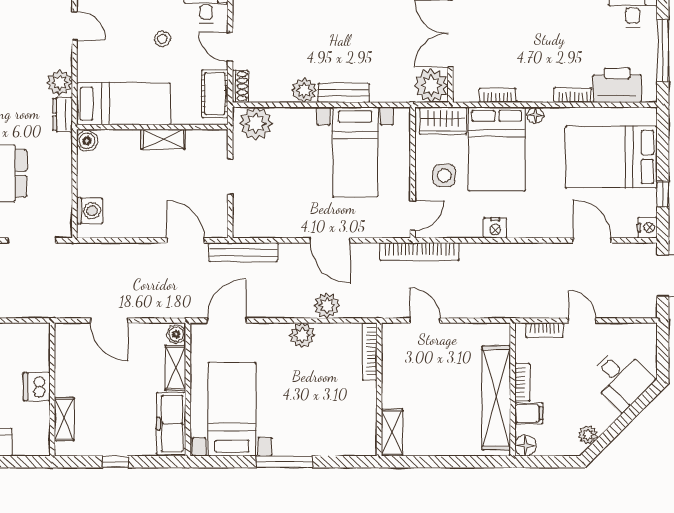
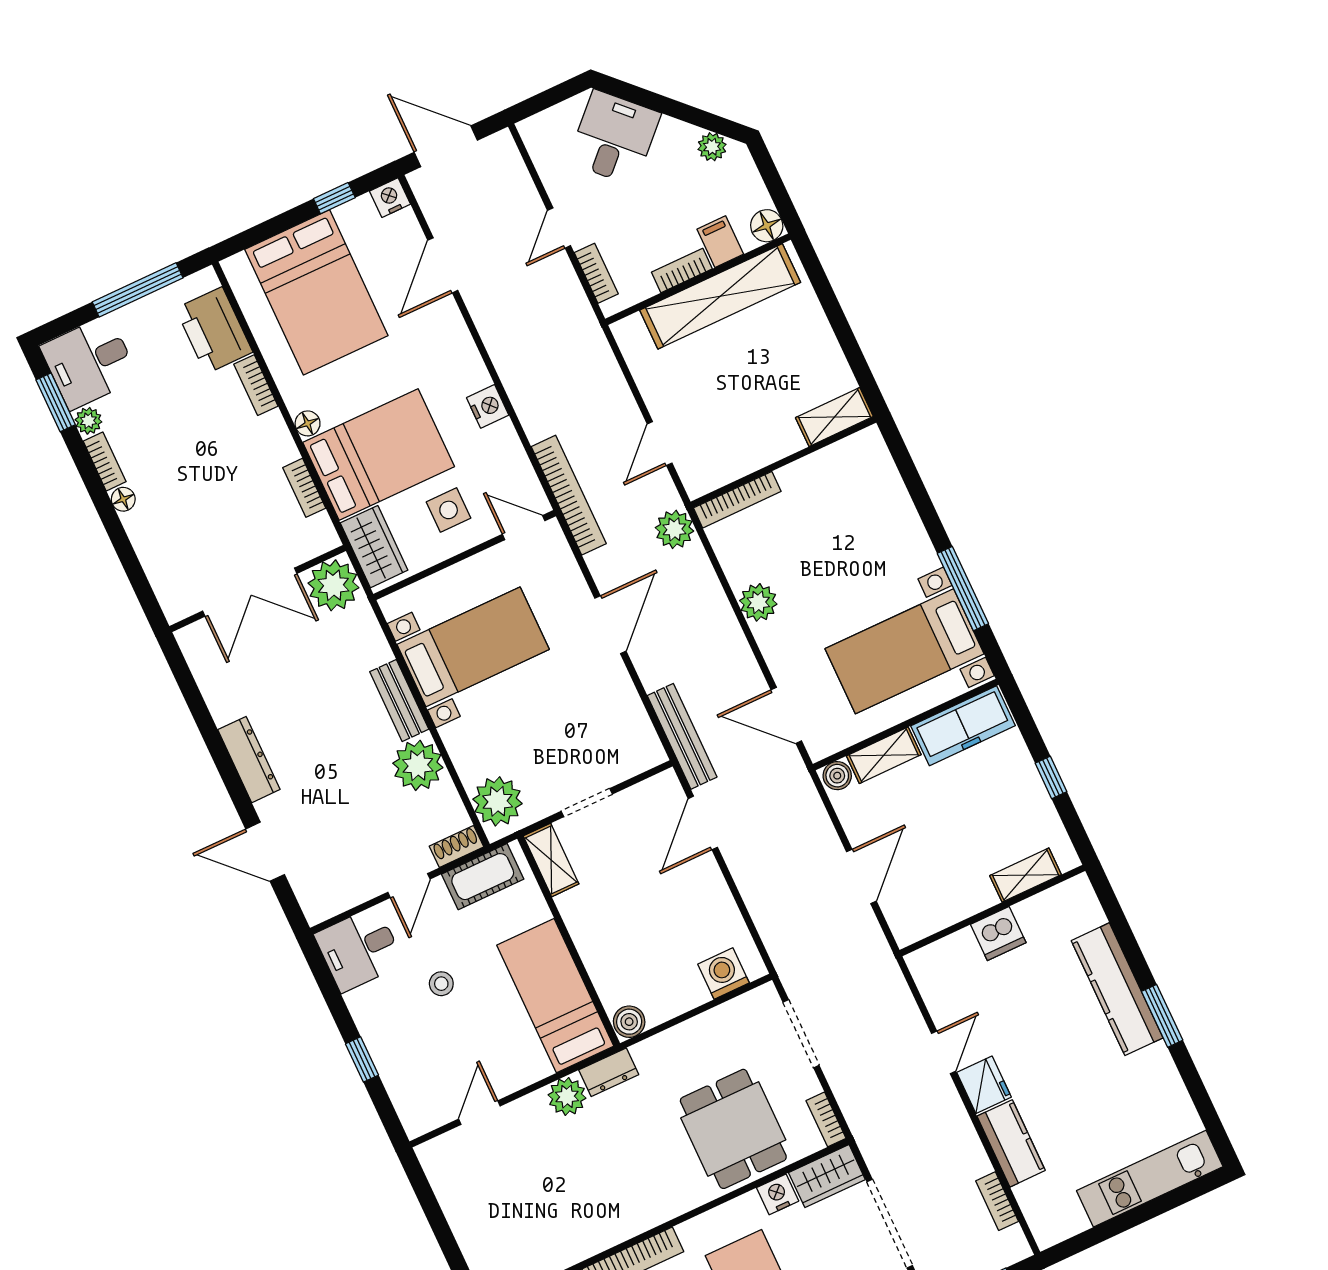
plant: (304, 90) -> (418, 765), width x1.36, depth x1.36
shelving: (163, 139) -> (551, 860), moved
plant: (327, 305) -> (674, 529), moved
window: (284, 462) -> (963, 589), moved

